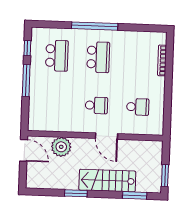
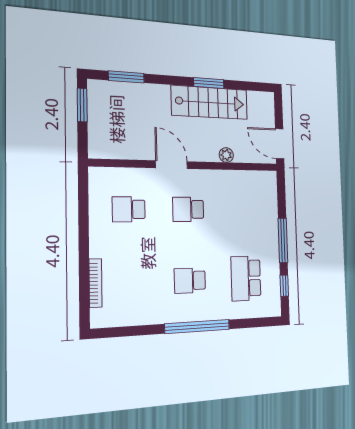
school desk: (98, 57) -> (190, 281), width x0.54
plant: (61, 147) -> (226, 155), width x0.53, depth x0.53
stairs: (107, 181) -> (210, 102), moved

